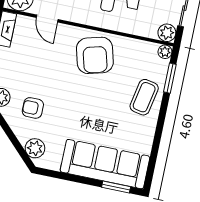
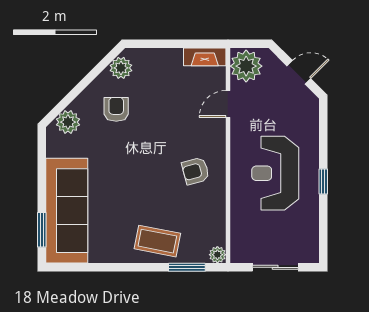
plant: (167, 33) -> (241, 252), removed
armchair: (95, 55) -> (195, 171), width x0.53, depth x0.53

